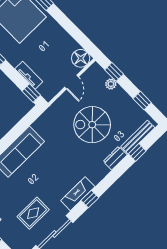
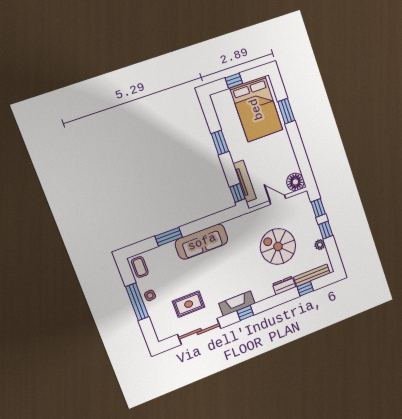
tv unit: (29, 75) -> (245, 181), width x1.41
door: (72, 82) -> (278, 200), swing flipped
plant: (111, 84) -> (320, 245), moved
window: (142, 101) -> (326, 230), moved

